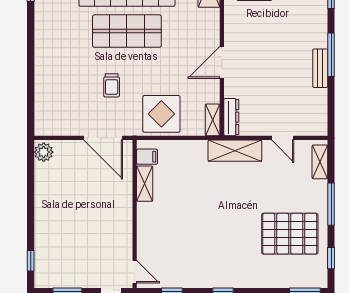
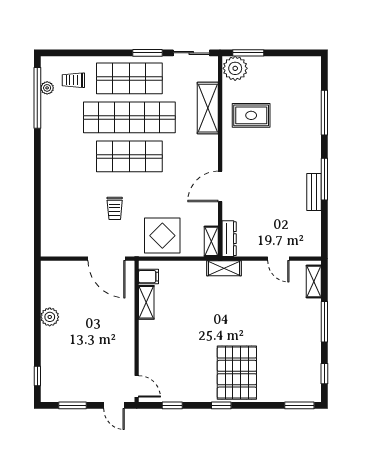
shelving: (235, 151) -> (224, 268), width x0.67, depth x0.75
plant: (44, 152) -> (50, 317), moved
pallet: (290, 234) -> (237, 373), moved, turned 90

